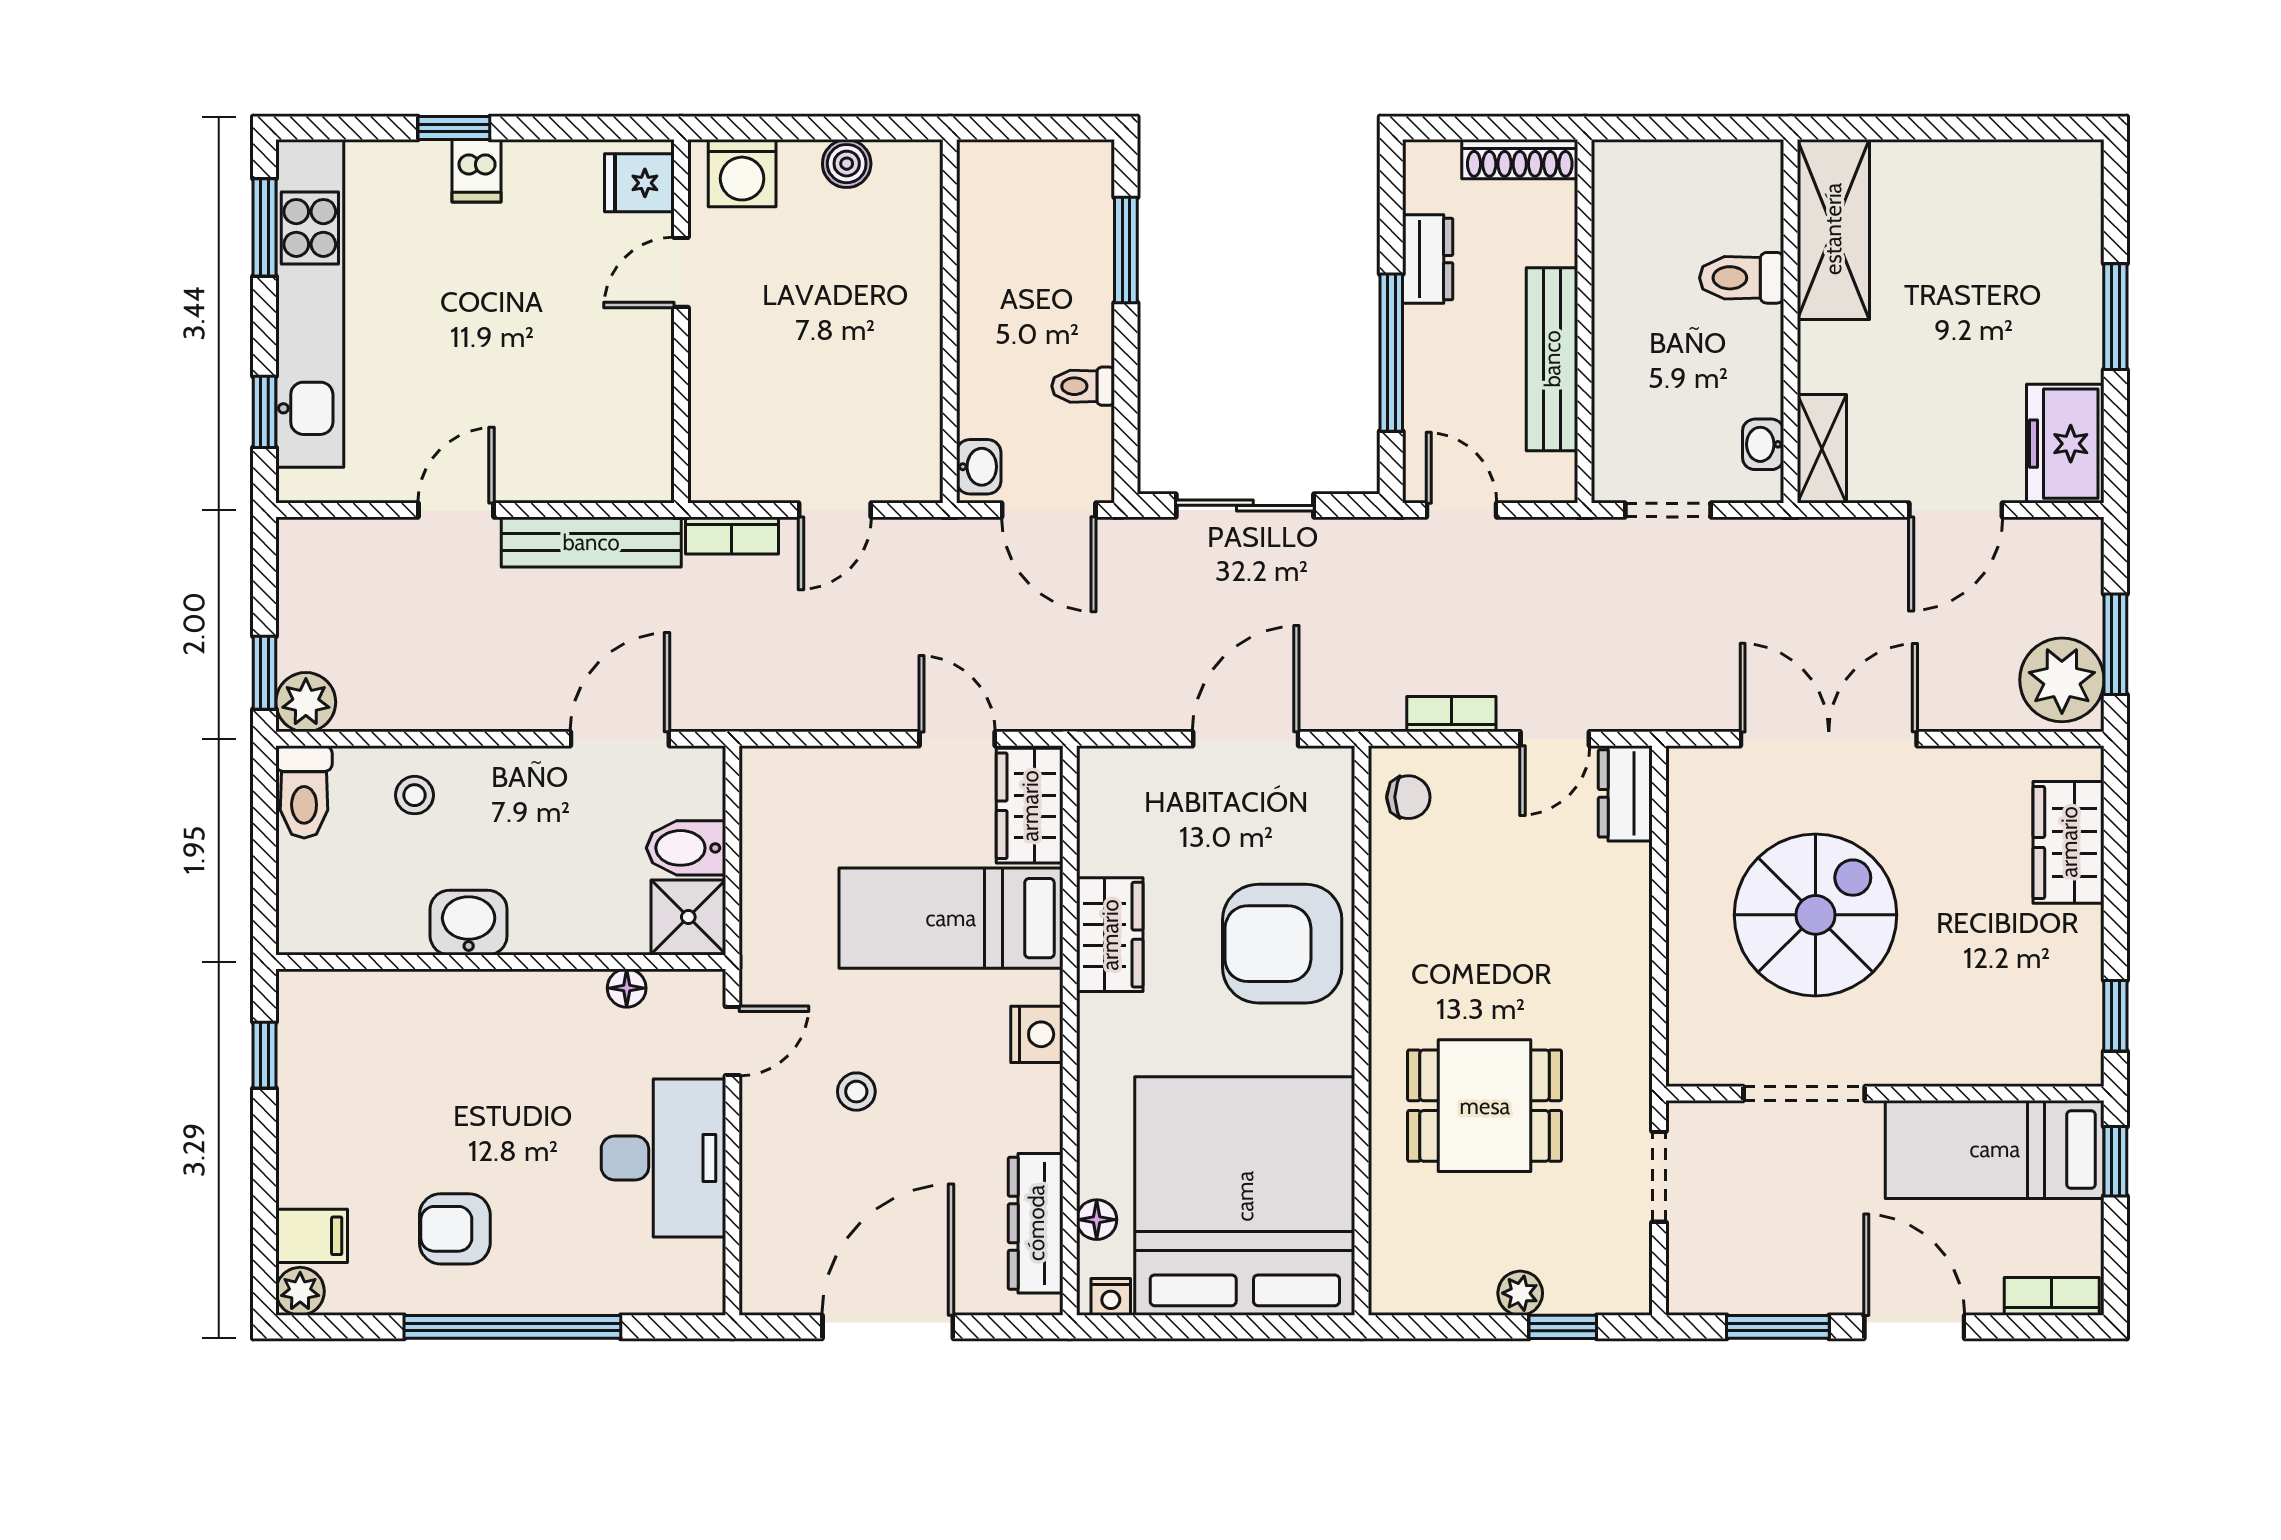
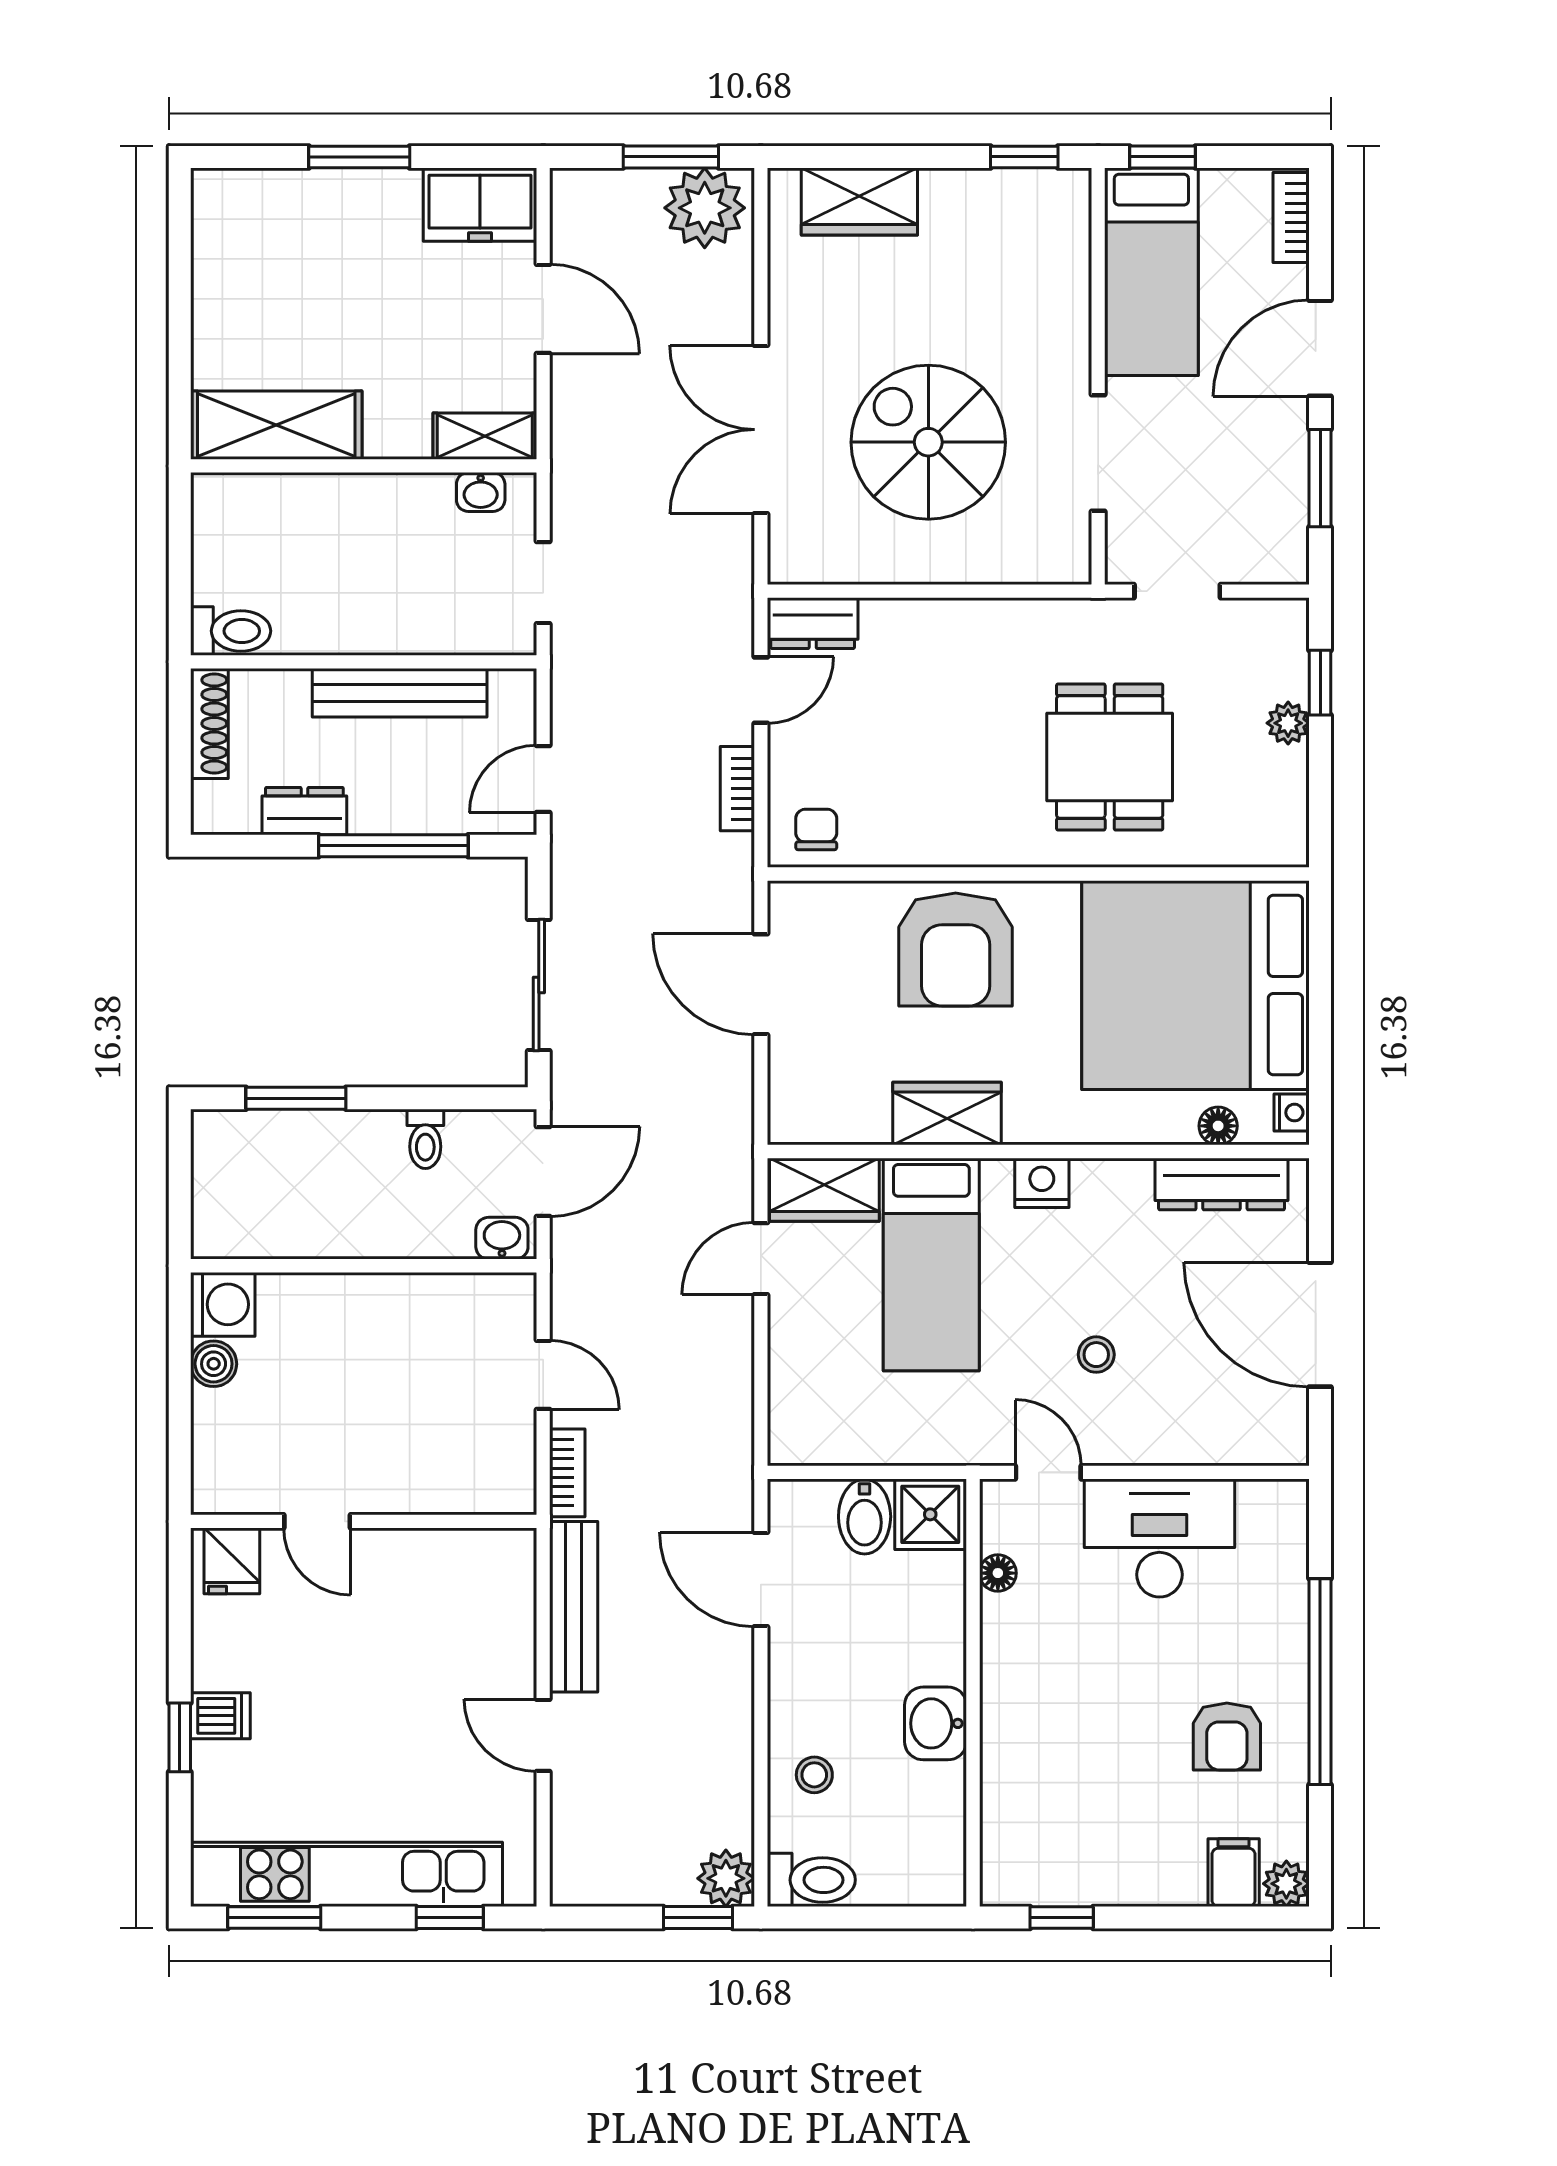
washing machine: (742, 173) -> (223, 1304), moved
toilet: (1742, 278) -> (231, 631), moved, turned -90
door: (1555, 739) -> (761, 690), hinge flipped

